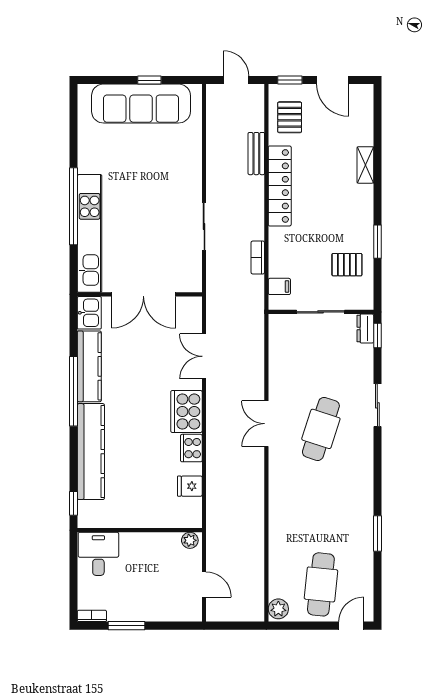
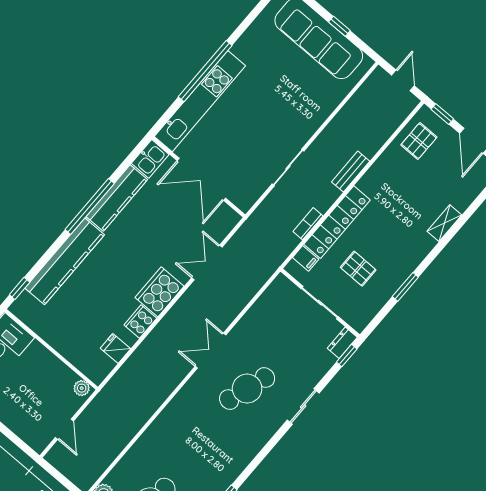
bench: (256, 154) -> (351, 172), moved
locker: (280, 186) -> (337, 222), moved
pallet: (347, 265) -> (358, 269), moved

